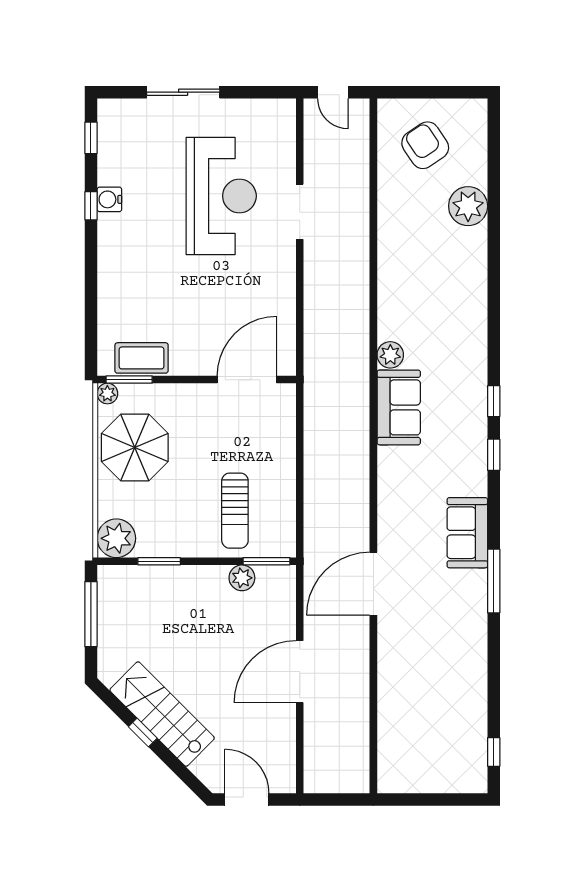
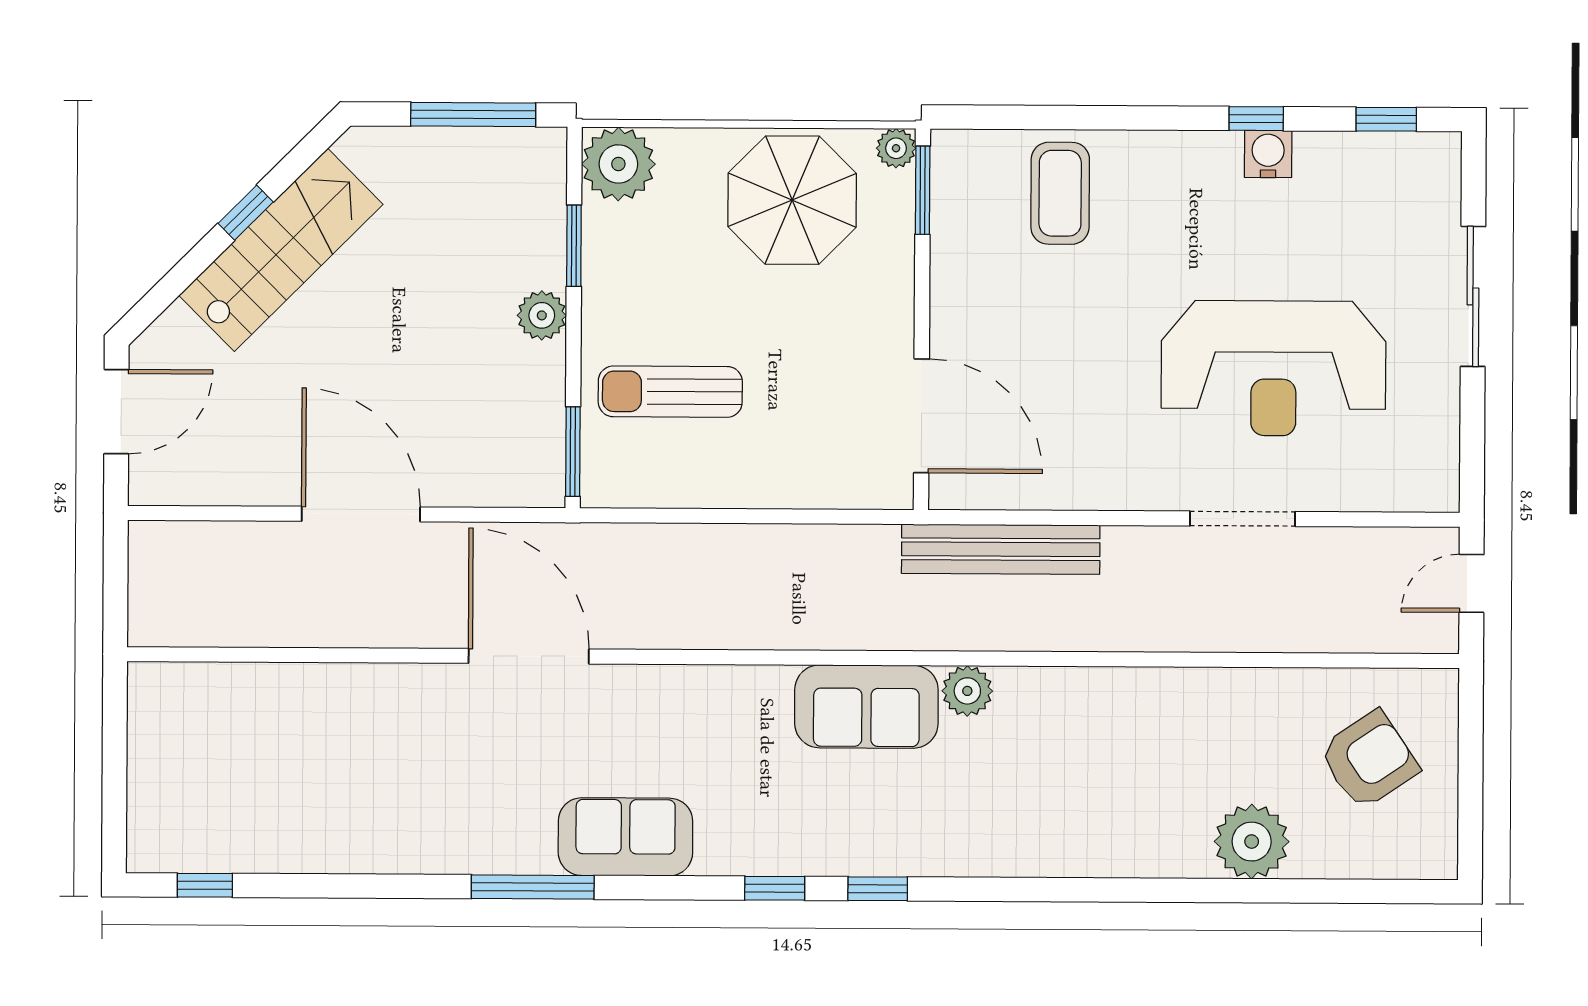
bench: (316, 338) -> (1001, 549), added
coffee table: (142, 358) -> (1060, 193), moved
plant: (242, 578) -> (542, 315), moved

